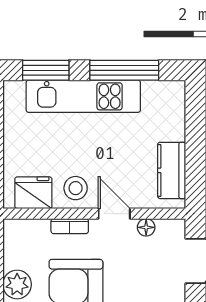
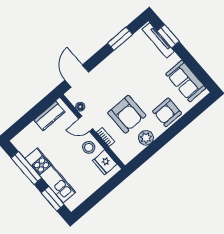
door: (114, 214) -> (86, 124), hinge flipped

